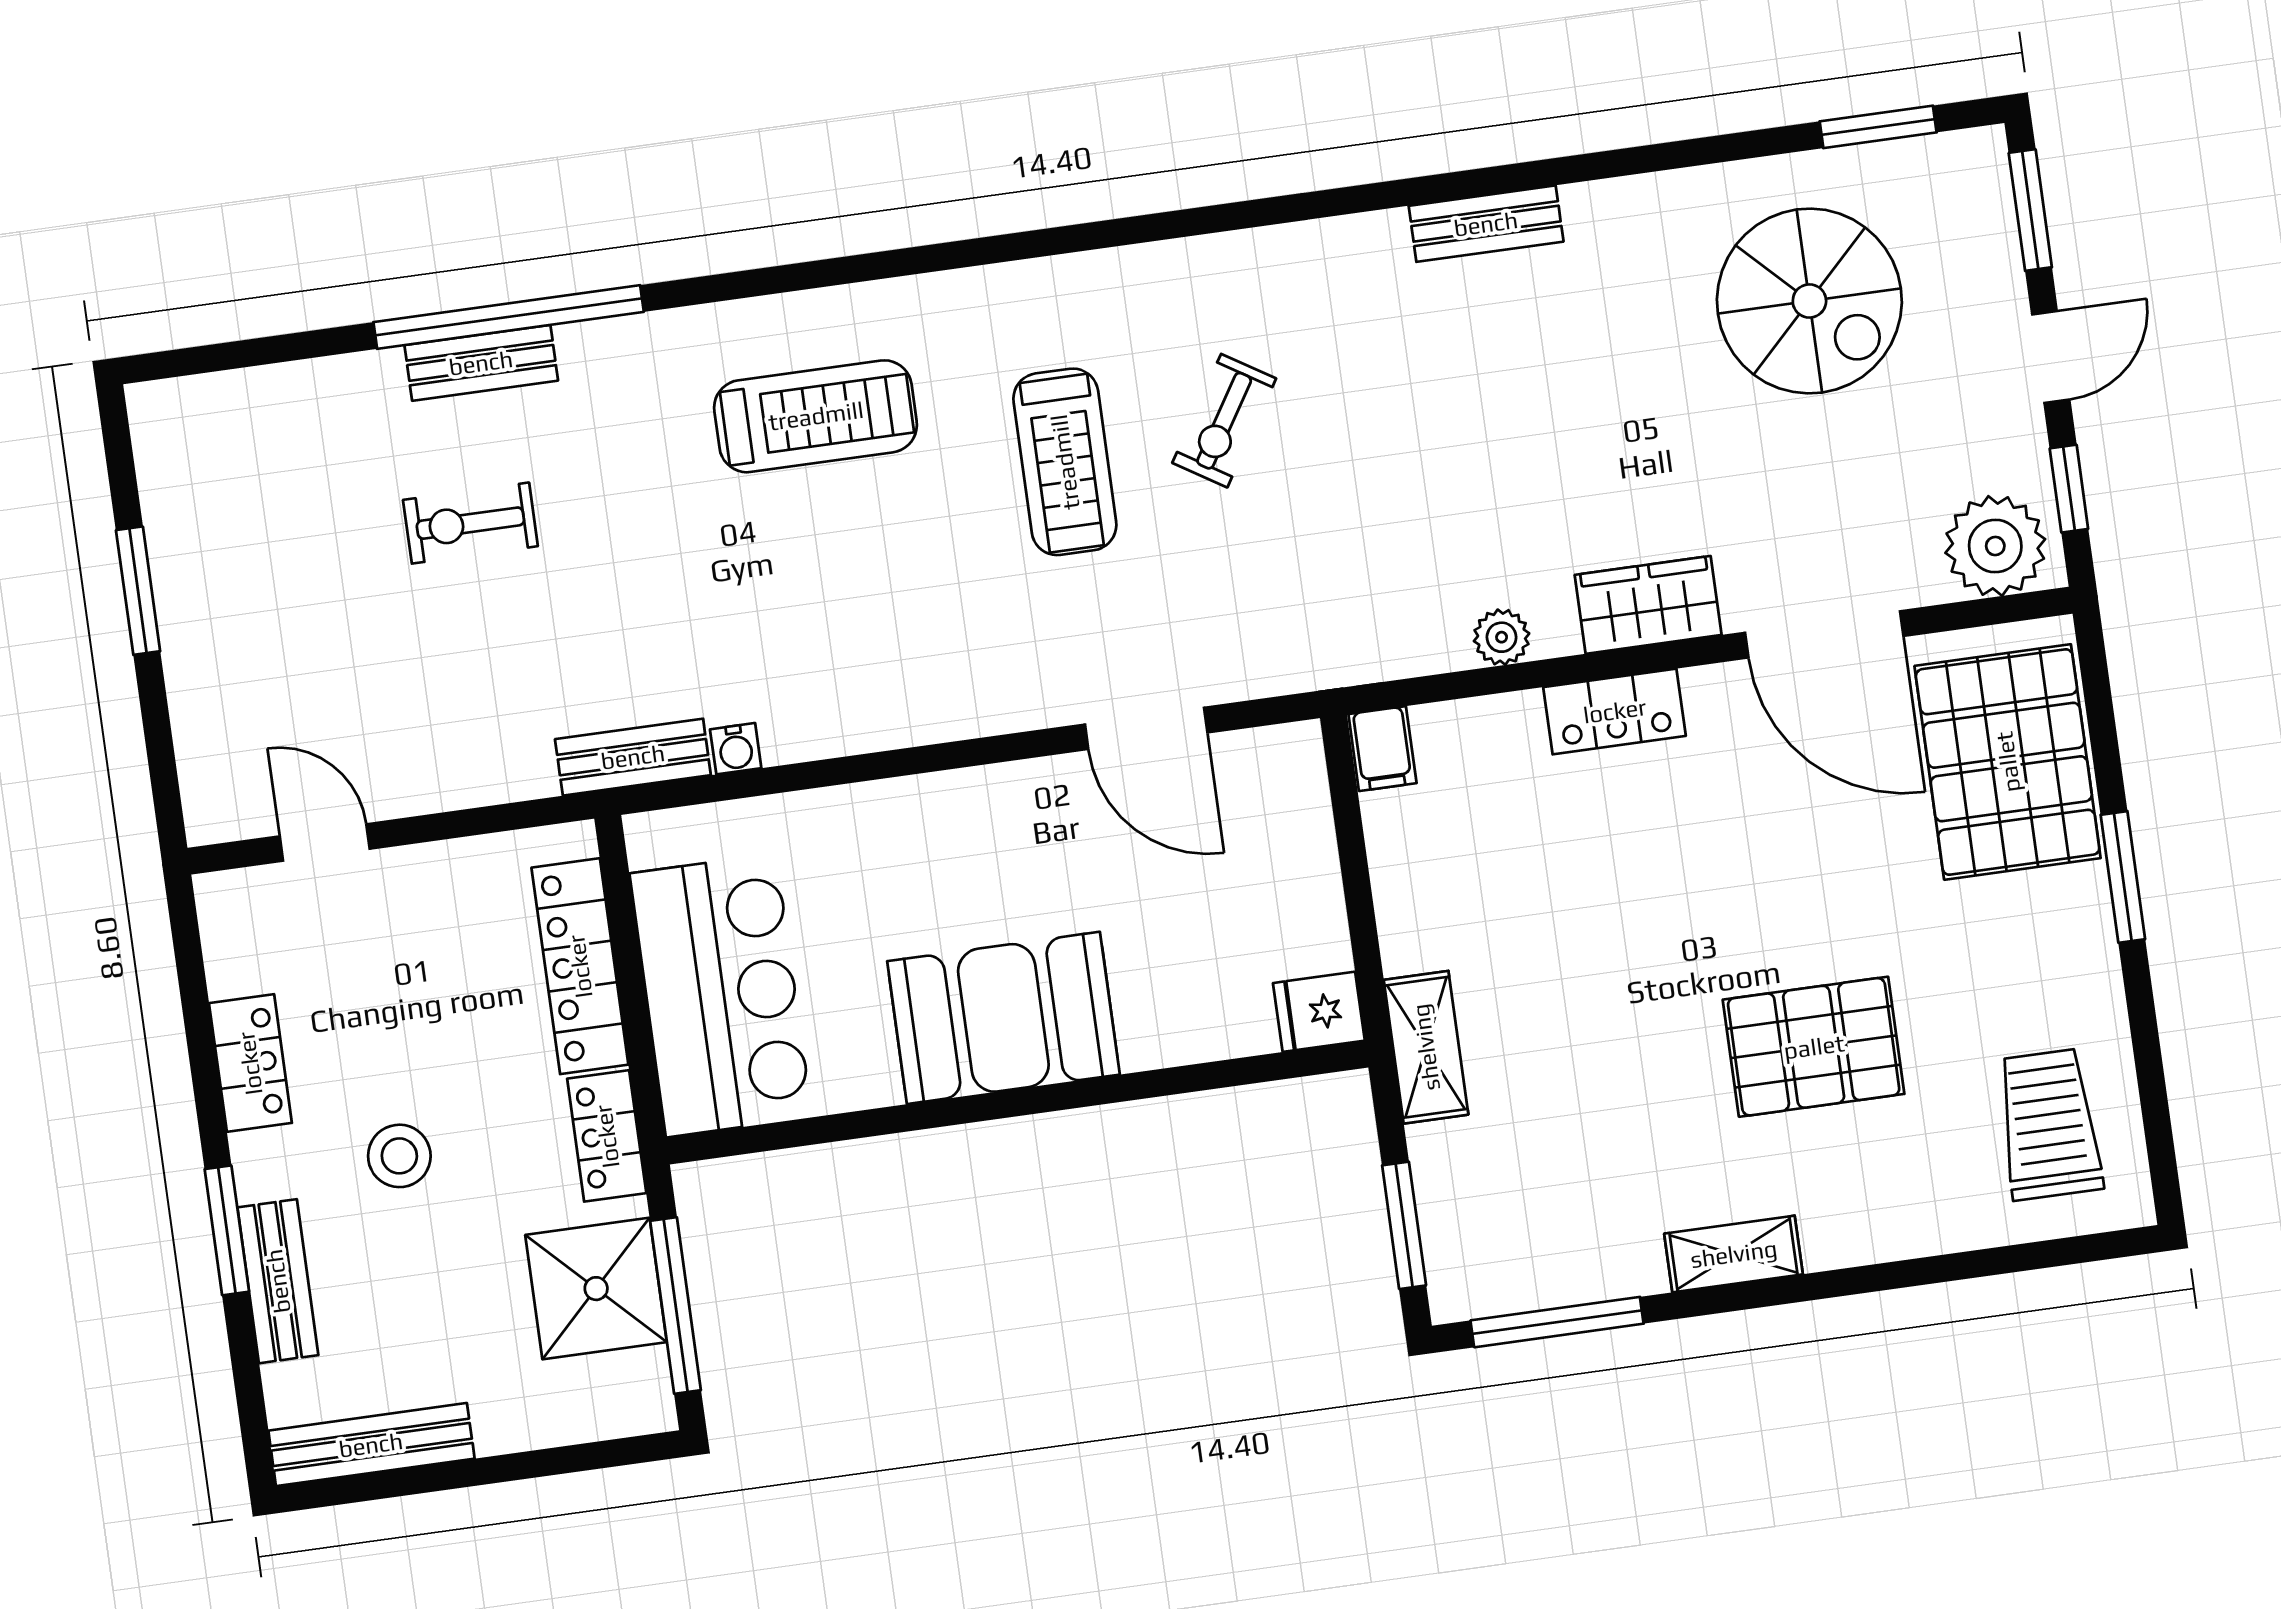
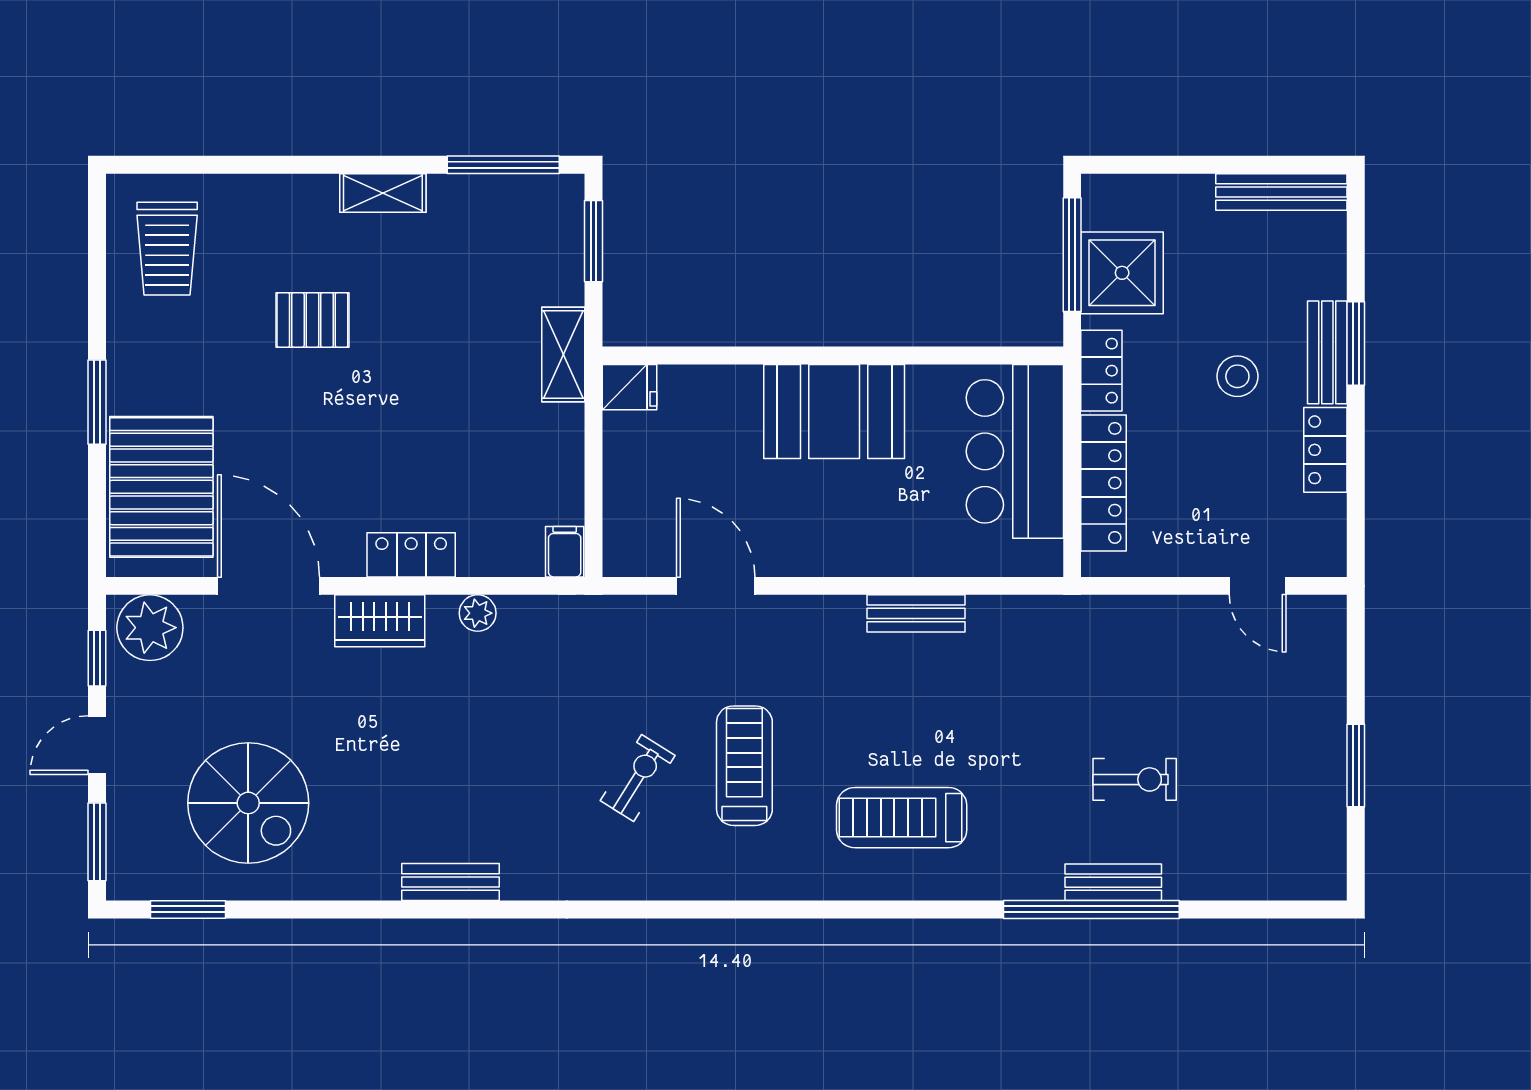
spiral stairs: (1809, 301) -> (248, 803), turned 180
water cooler: (736, 749) -> (983, 610), removed
bench: (633, 757) -> (916, 613), moved
pallet: (1814, 1047) -> (312, 320), width x0.67, depth x0.71
bench: (278, 1281) -> (1327, 352), moved

